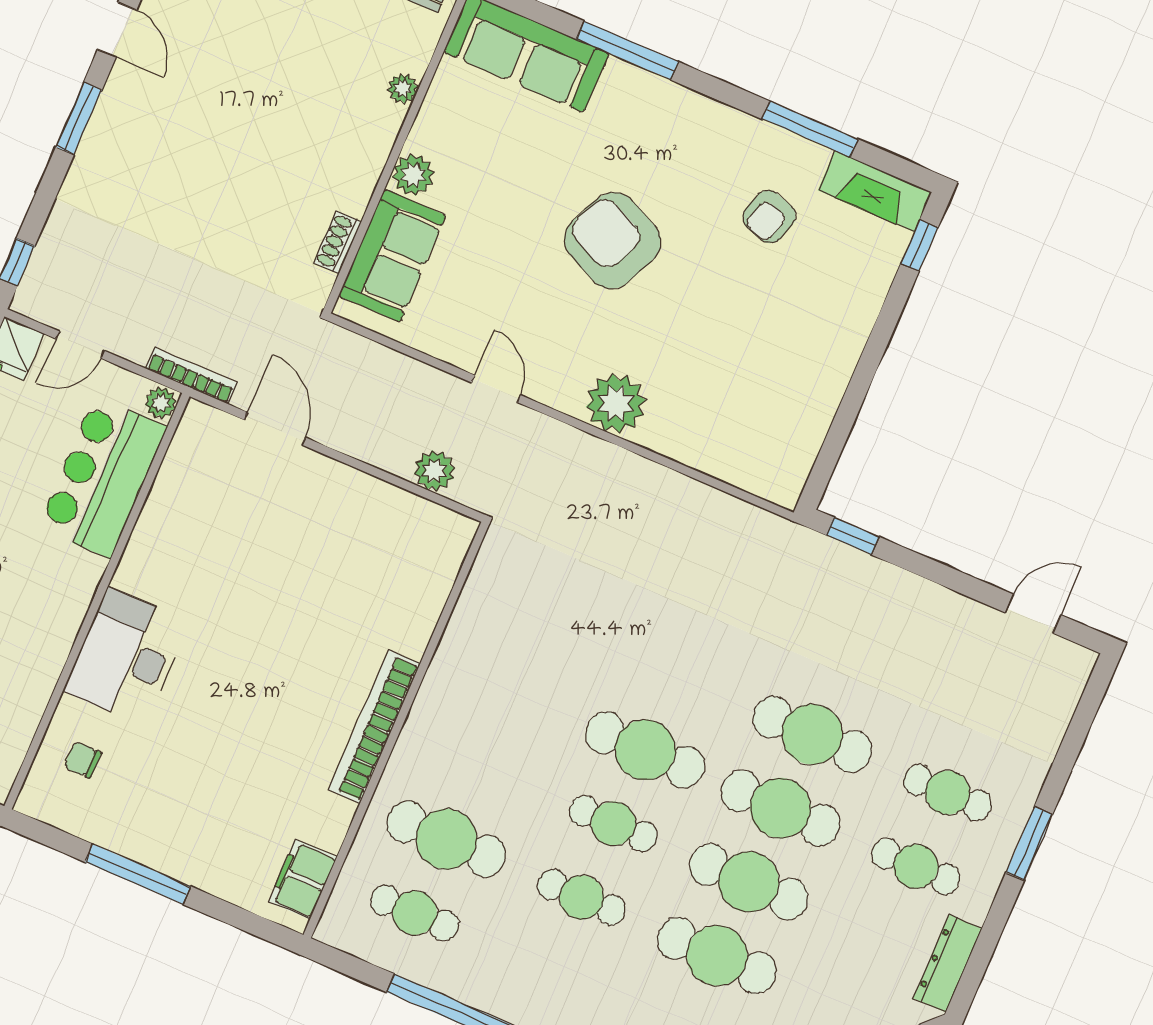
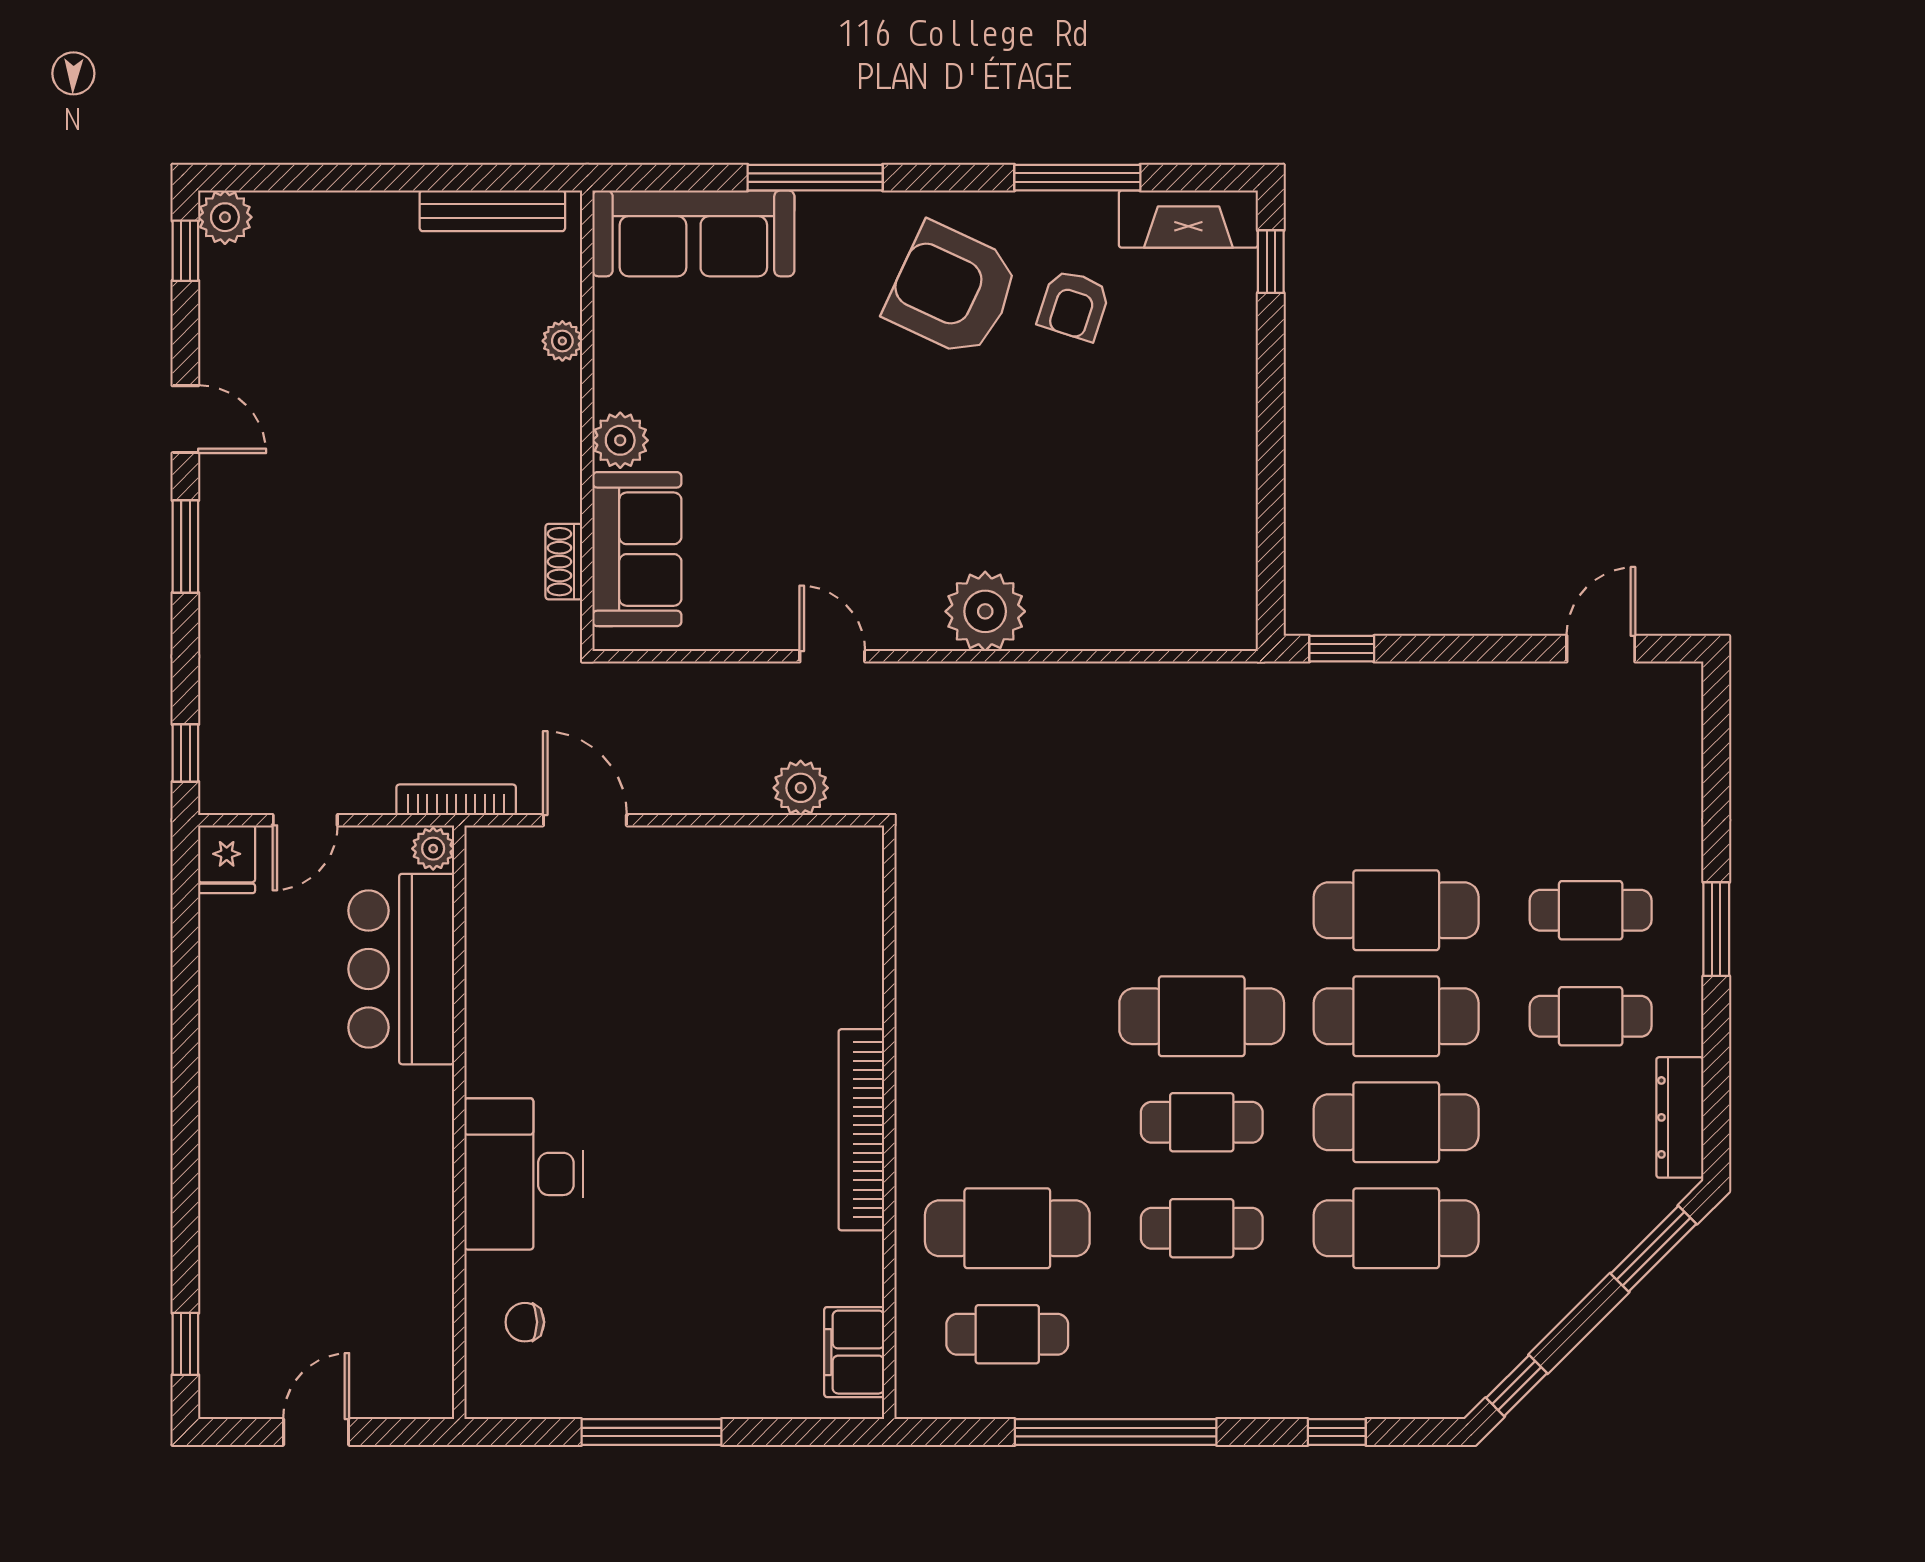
armchair: (613, 241) -> (952, 290), moved

